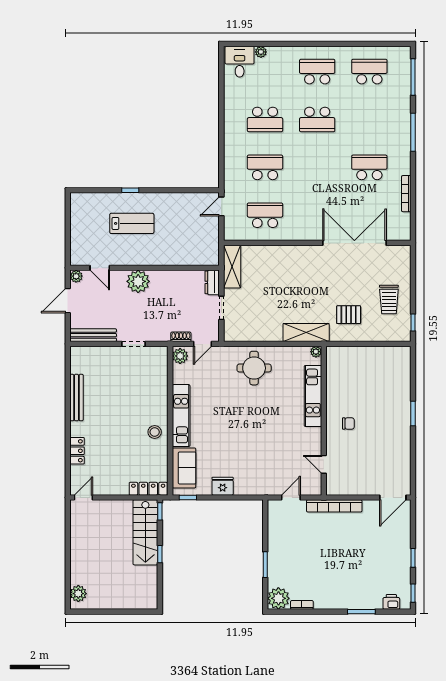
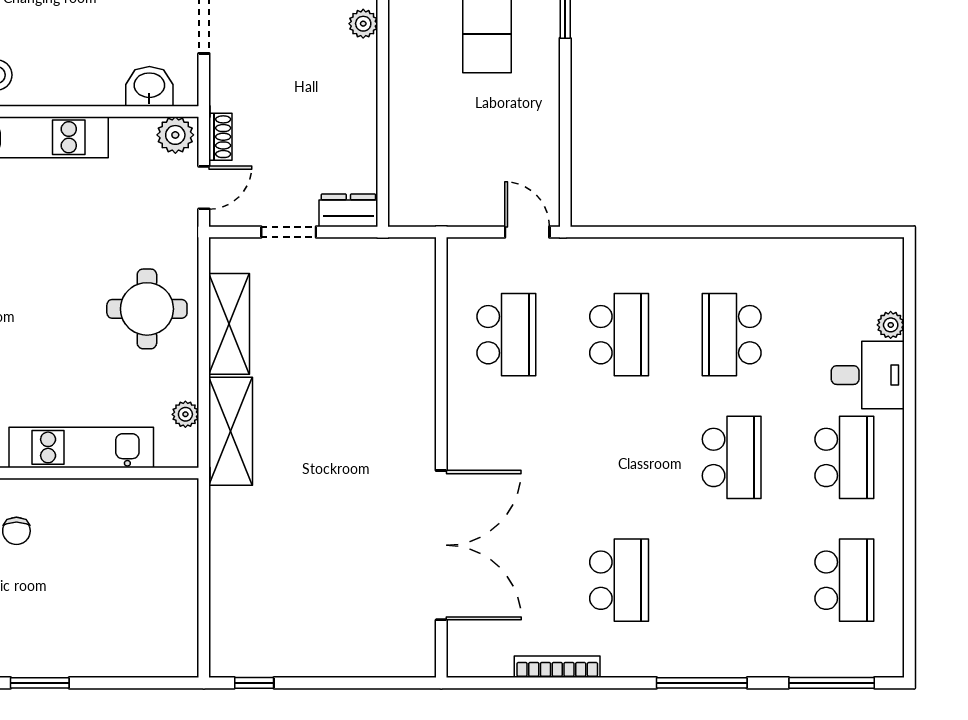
desk: (240, 62) -> (868, 375), moved
school desk: (317, 119) -> (732, 457), turned 180
shelving: (232, 267) -> (229, 324), moved, turned 90
plant: (138, 281) -> (363, 24), width x0.53, depth x0.53
trolley: (389, 299) -> (308, 626), removed
pallet: (349, 315) -> (272, 531), removed
door: (202, 344) -> (204, 188), swing flipped
plant: (316, 352) -> (185, 414), moved
washbasin: (159, 367) -> (149, 86), added

